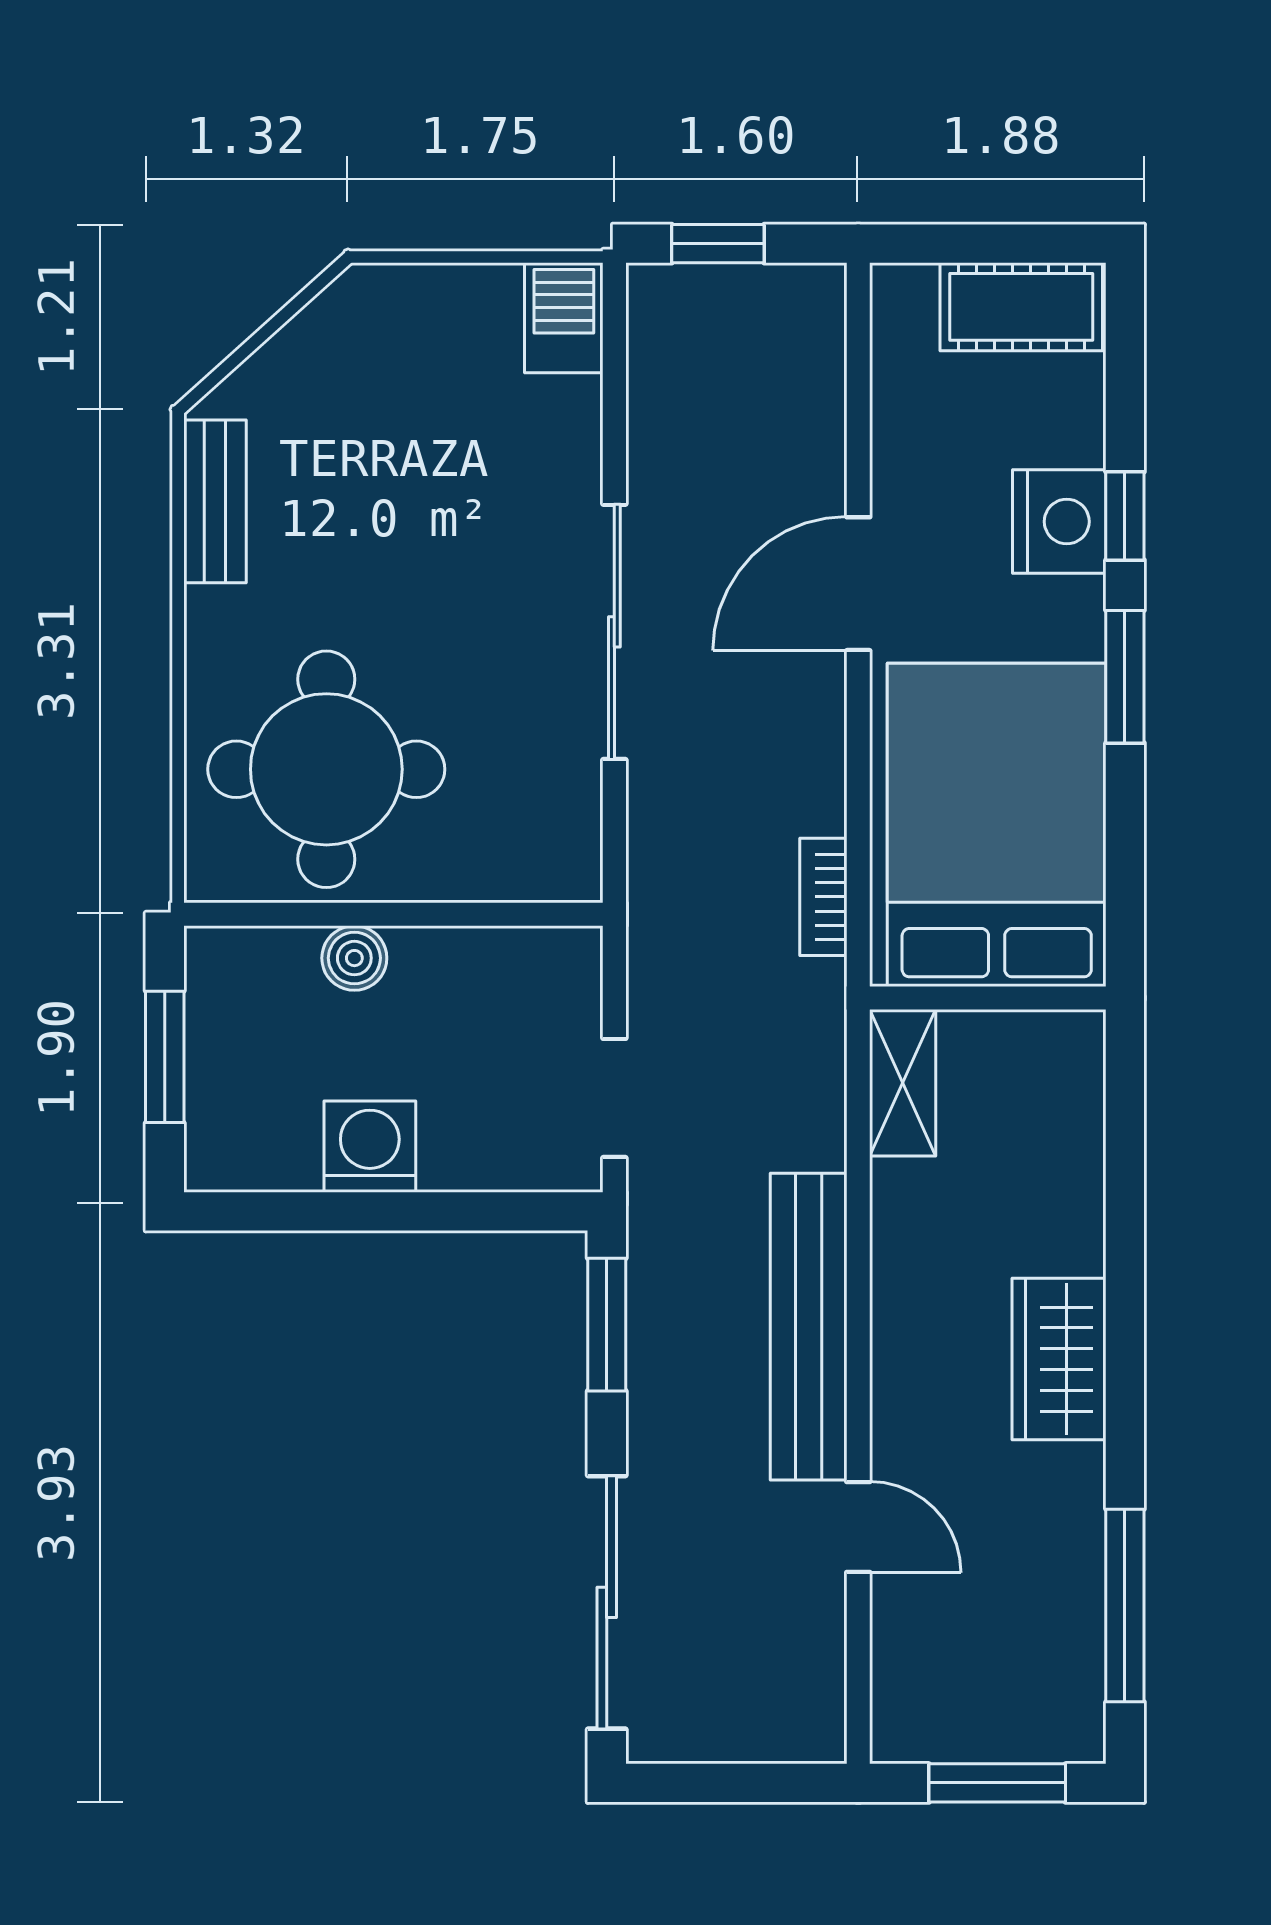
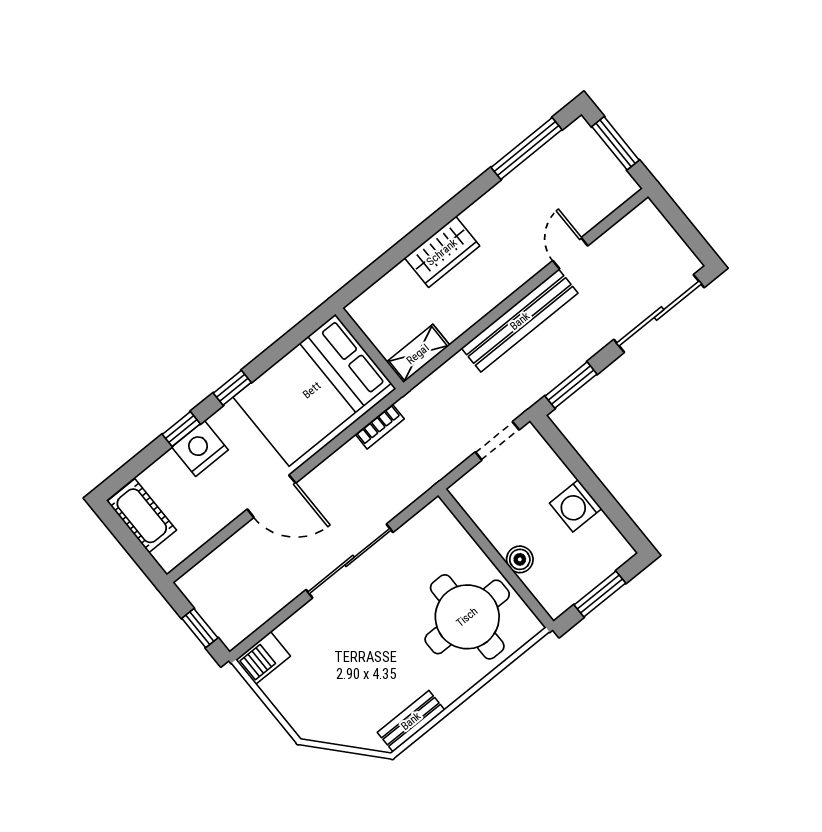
window: (1125, 677) -> (232, 388), width x0.67
wardrobe: (1059, 1359) -> (442, 252), moved

